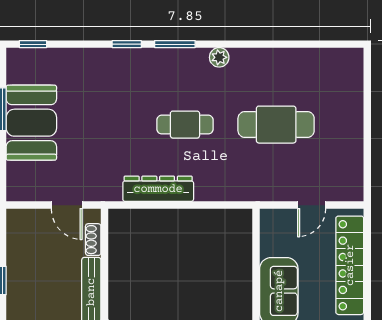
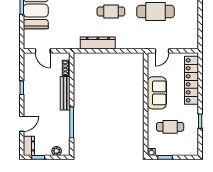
door: (67, 205) -> (43, 51), moved
door: (312, 205) -> (162, 51), moved

